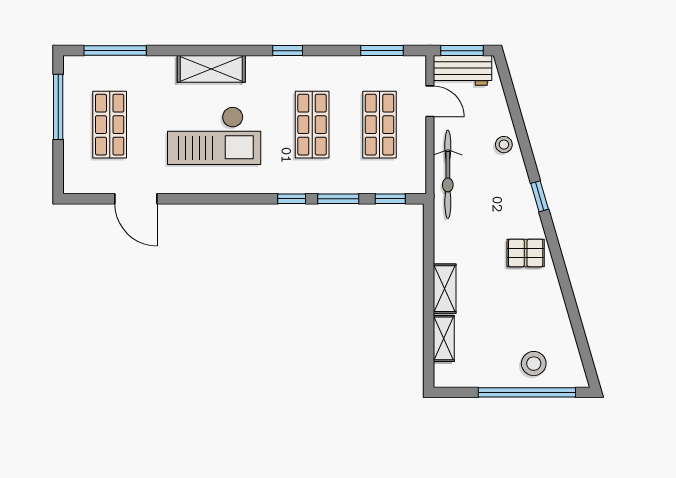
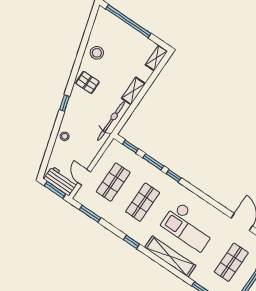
shelving: (211, 69) -> (170, 256), width x1.47
checkout: (214, 136) -> (189, 226), turned 180
bicycle: (448, 174) -> (111, 121), moved
shelving: (444, 338) -> (156, 58), moved
stool: (534, 364) -> (97, 53), moved

